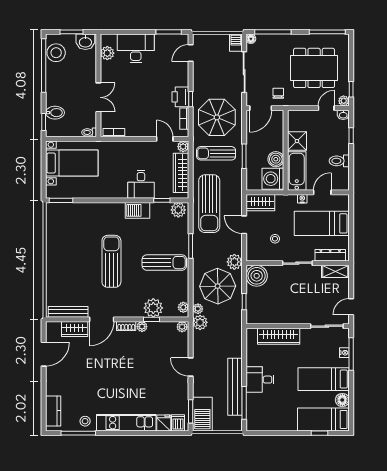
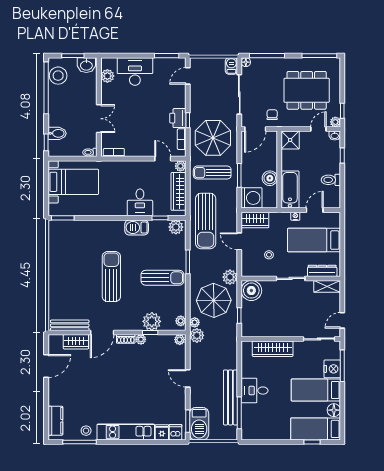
shower: (297, 141) -> (290, 140), moved
washing machine: (273, 179) -> (252, 198), moved, turned 180
nightstand: (344, 353) -> (332, 369), width x1.89, depth x1.79

